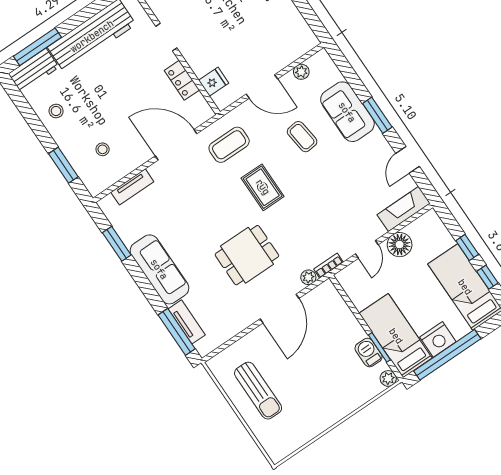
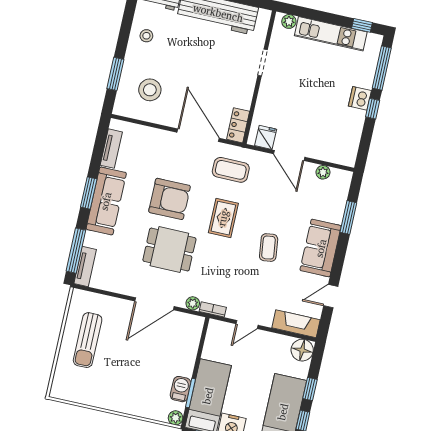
locker: (182, 80) -> (238, 125), moved
fridge: (214, 82) -> (266, 137), moved, turned -90
sofa: (347, 112) -> (321, 248), moved
window: (377, 115) -> (348, 217), moved
coffee table: (302, 137) -> (269, 248), moved
stool: (103, 149) -> (150, 90), width x1.89, depth x1.89
tv unit: (132, 187) -> (111, 149), moved, turned -90
armchair: (206, 217) -> (170, 199), added
window: (117, 244) -> (89, 193), moved
floor lamp: (400, 245) -> (302, 350), moved
tv unit: (187, 322) -> (85, 266), moved

